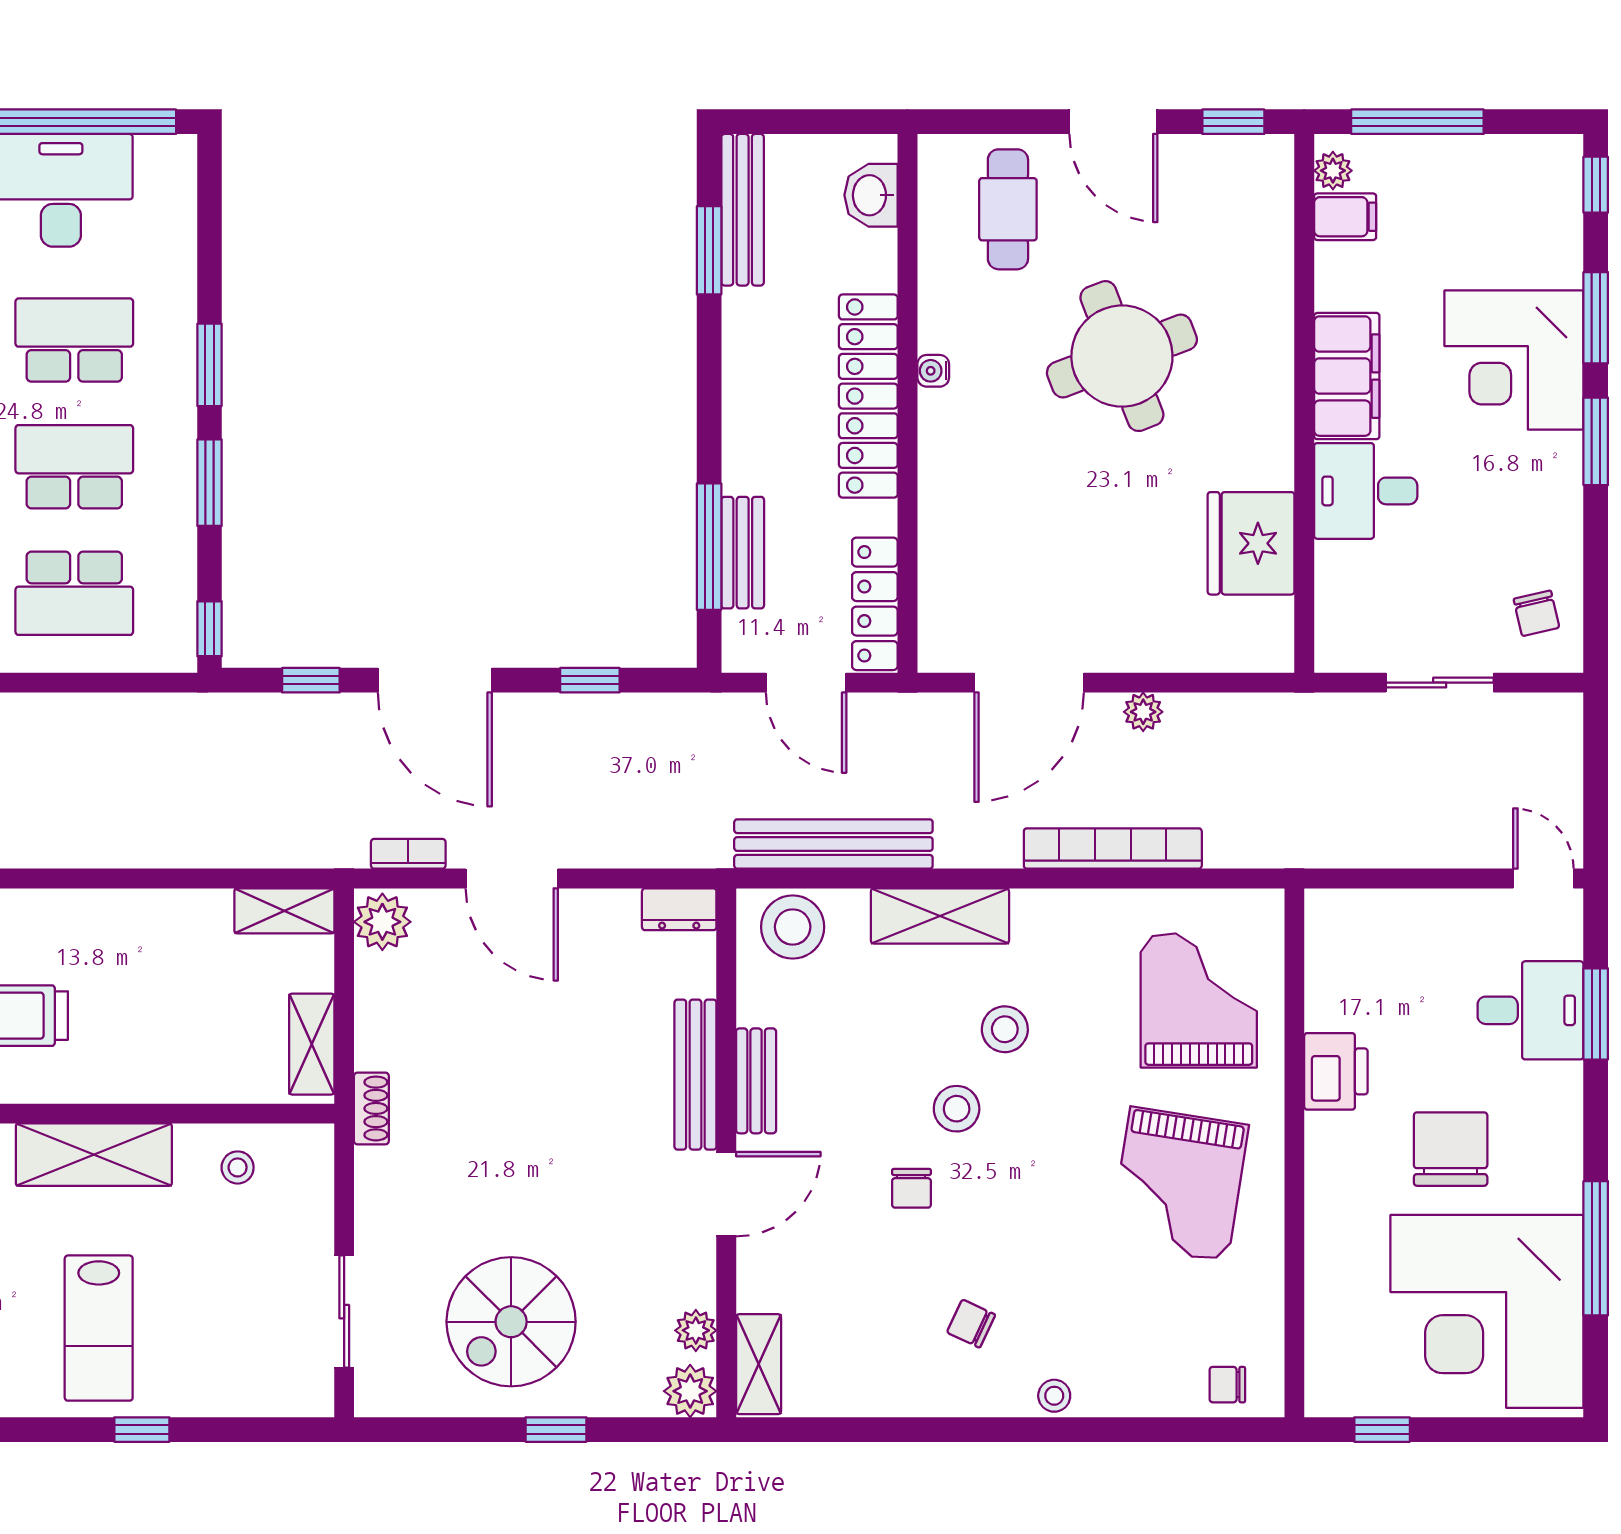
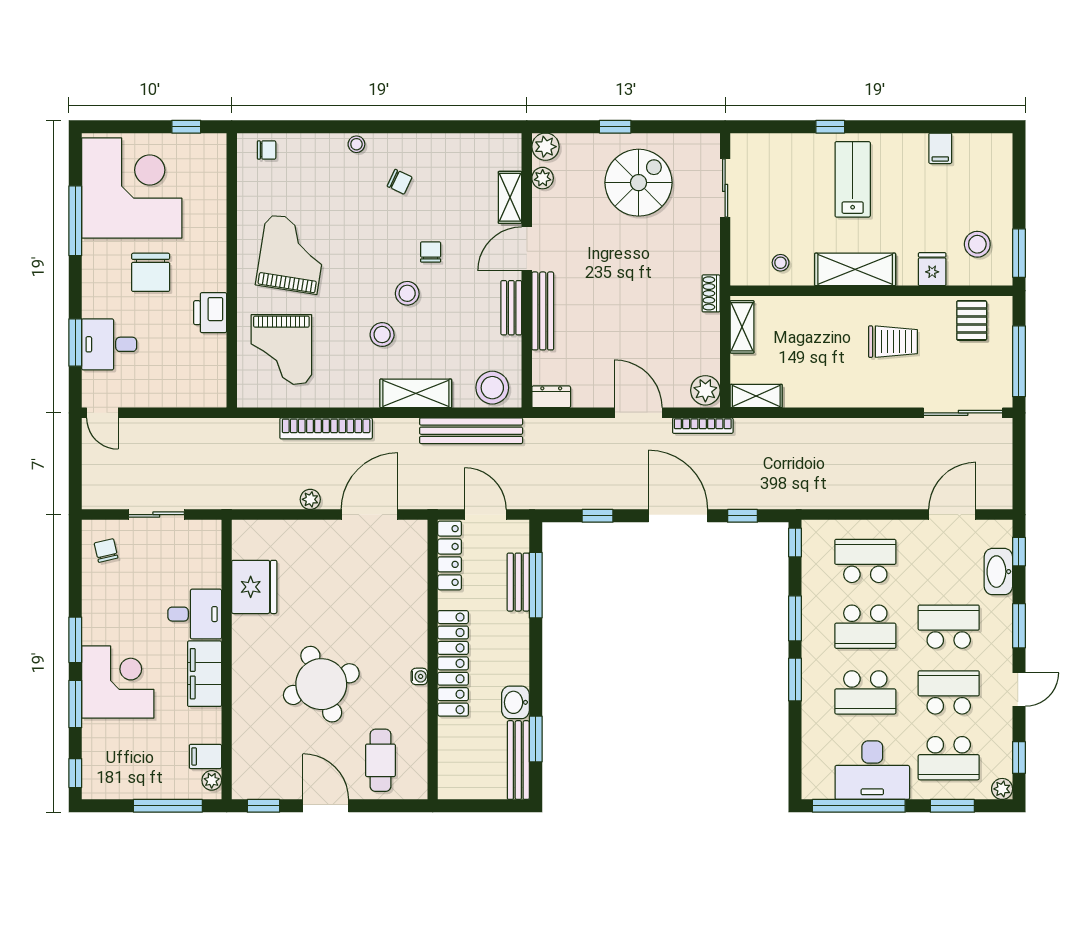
washbasin: (871, 195) -> (515, 702), moved, turned 180
bookcase: (408, 854) -> (703, 426), width x1.56
shelving: (759, 1364) -> (510, 197), moved

